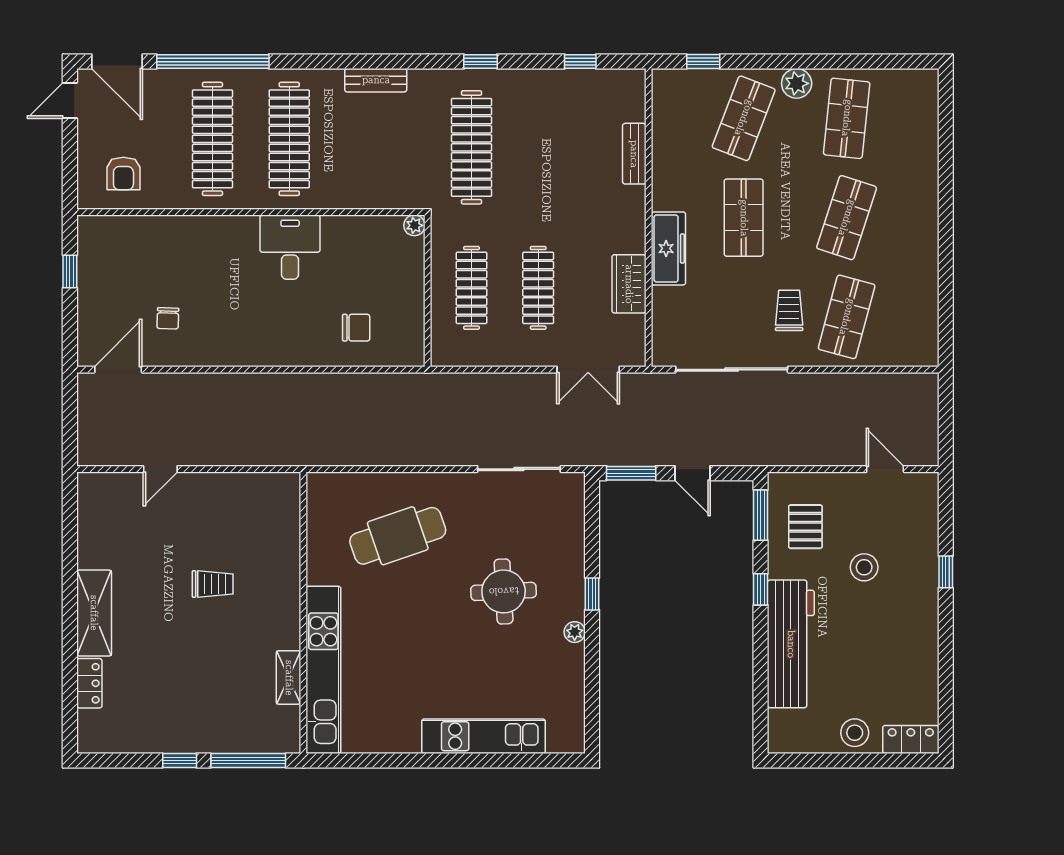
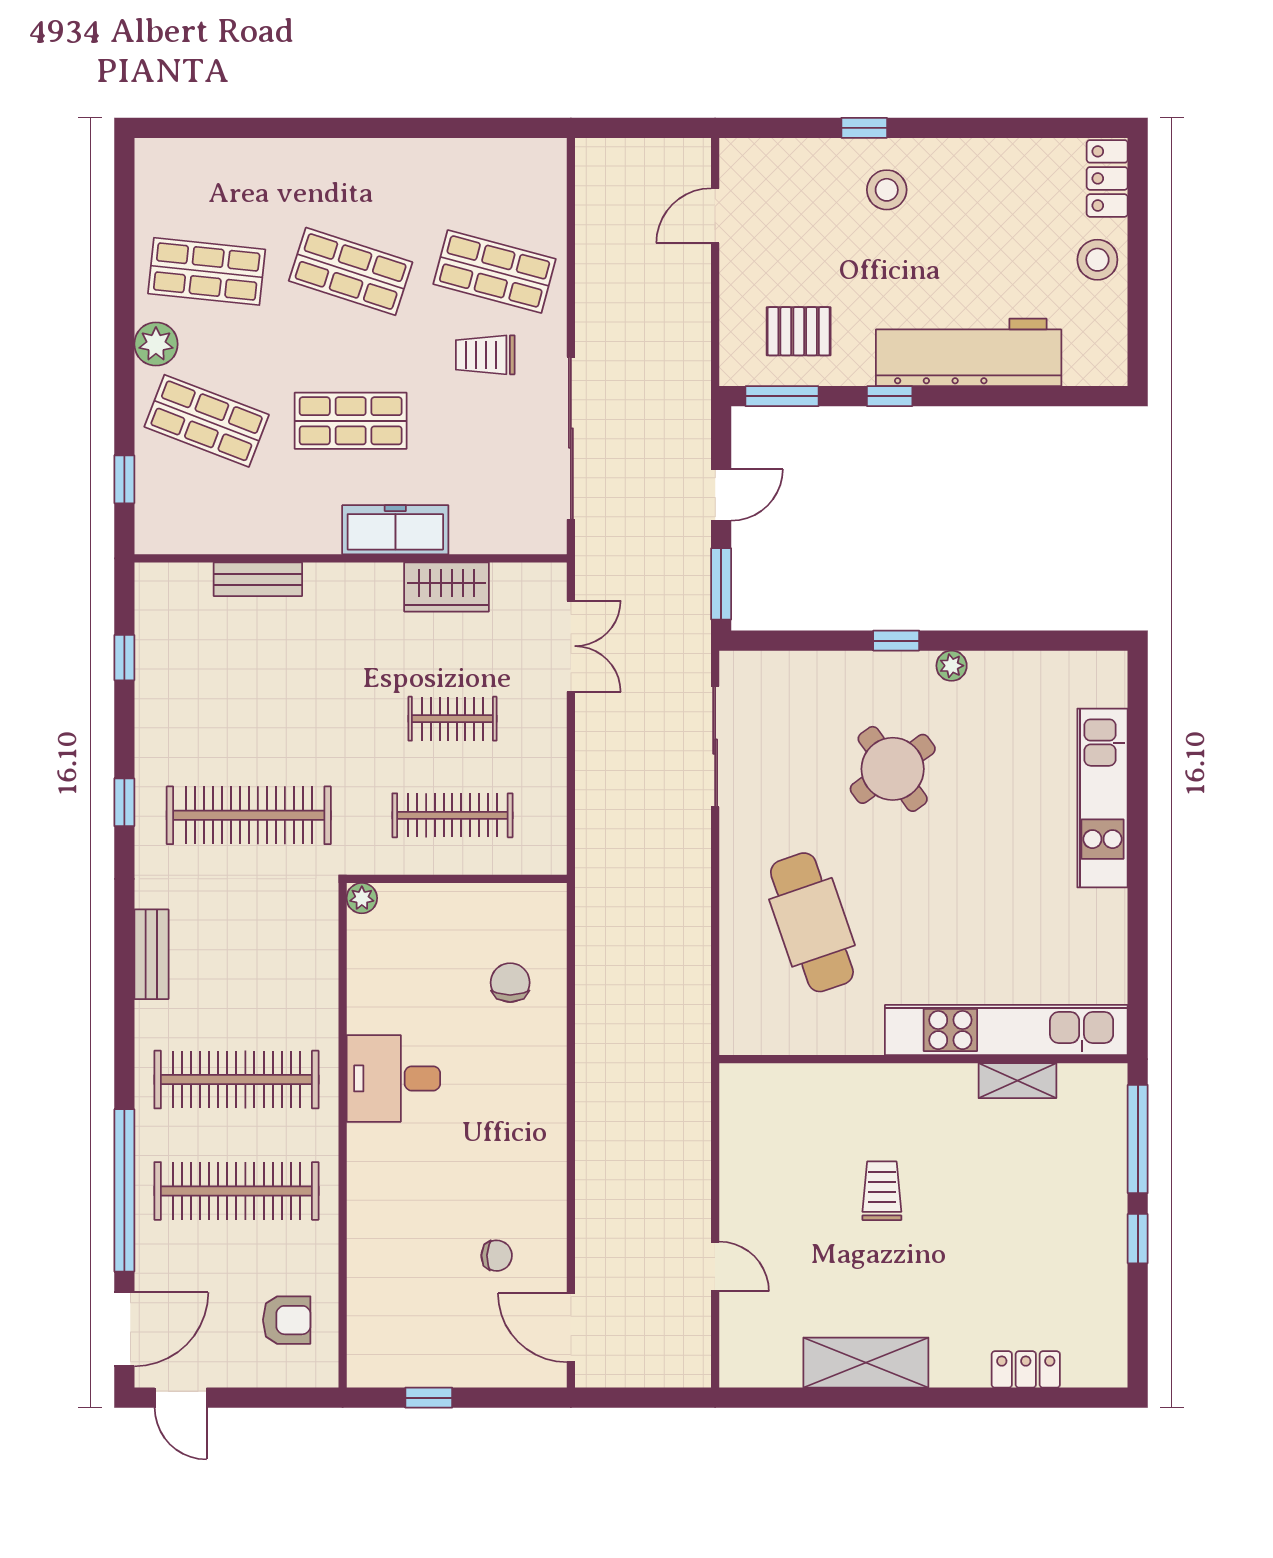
clothes rail: (538, 288) -> (452, 719), width x0.73
stool: (864, 567) -> (887, 190), moved
round table: (504, 591) -> (893, 769), turned -33
shelving: (94, 613) -> (866, 1363), moved

